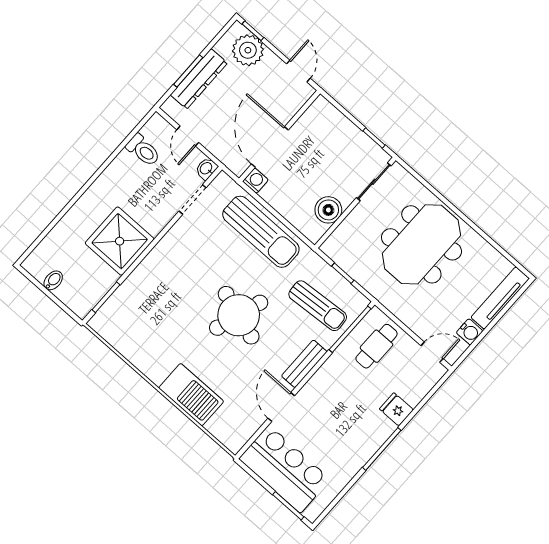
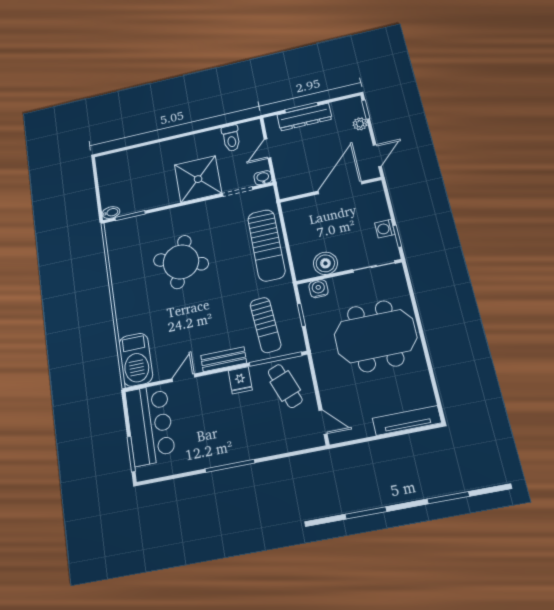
plant: (248, 50) -> (360, 124), width x0.53, depth x0.53
door: (270, 147) -> (340, 188), moved
washing machine: (255, 181) -> (385, 229), moved, turned 180
shower: (120, 241) -> (198, 179), moved
bidet: (53, 280) -> (111, 213), moved
round table: (239, 315) -> (181, 262), moved
water cooler: (470, 332) -> (319, 289), moved, turned 180
cafe table: (377, 346) -> (285, 386), turned 69
barbecue: (191, 395) -> (136, 360), moved
door: (281, 407) -> (183, 378), width x0.73
fridge: (396, 409) -> (240, 380), moved, turned 180

